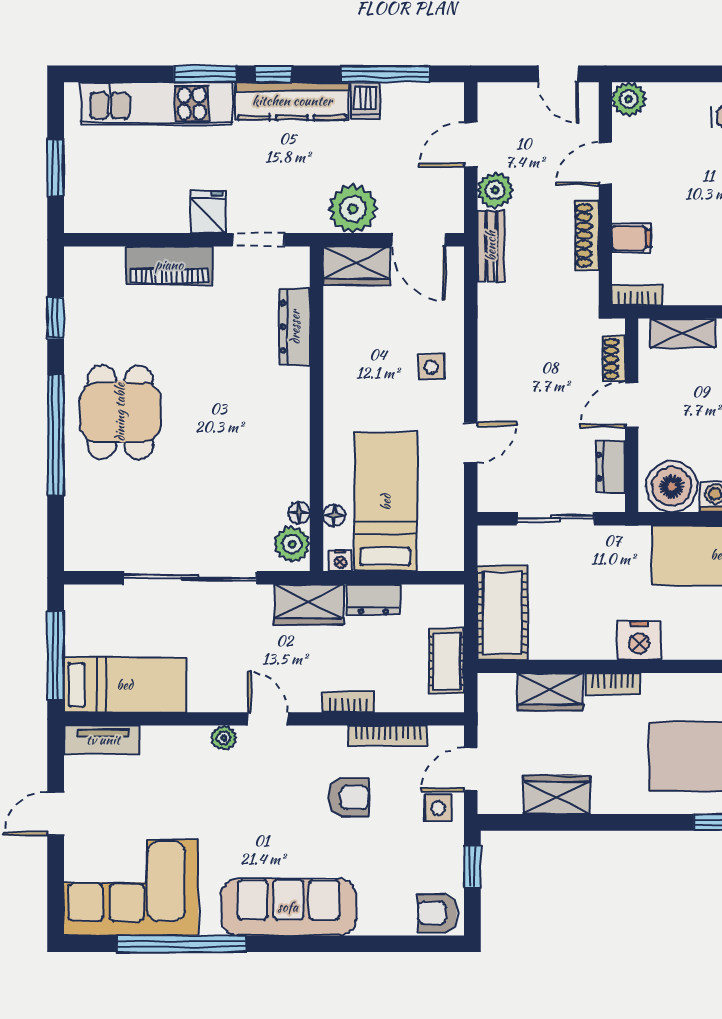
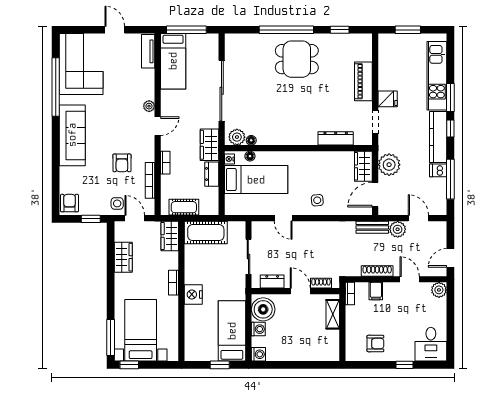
wardrobe: (550, 692) -> (170, 236), moved

